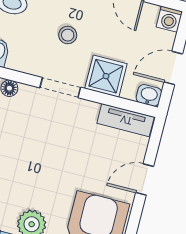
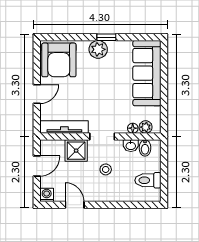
washbasin: (149, 95) -> (131, 146), moved
tv unit: (126, 120) -> (64, 127), width x1.41

